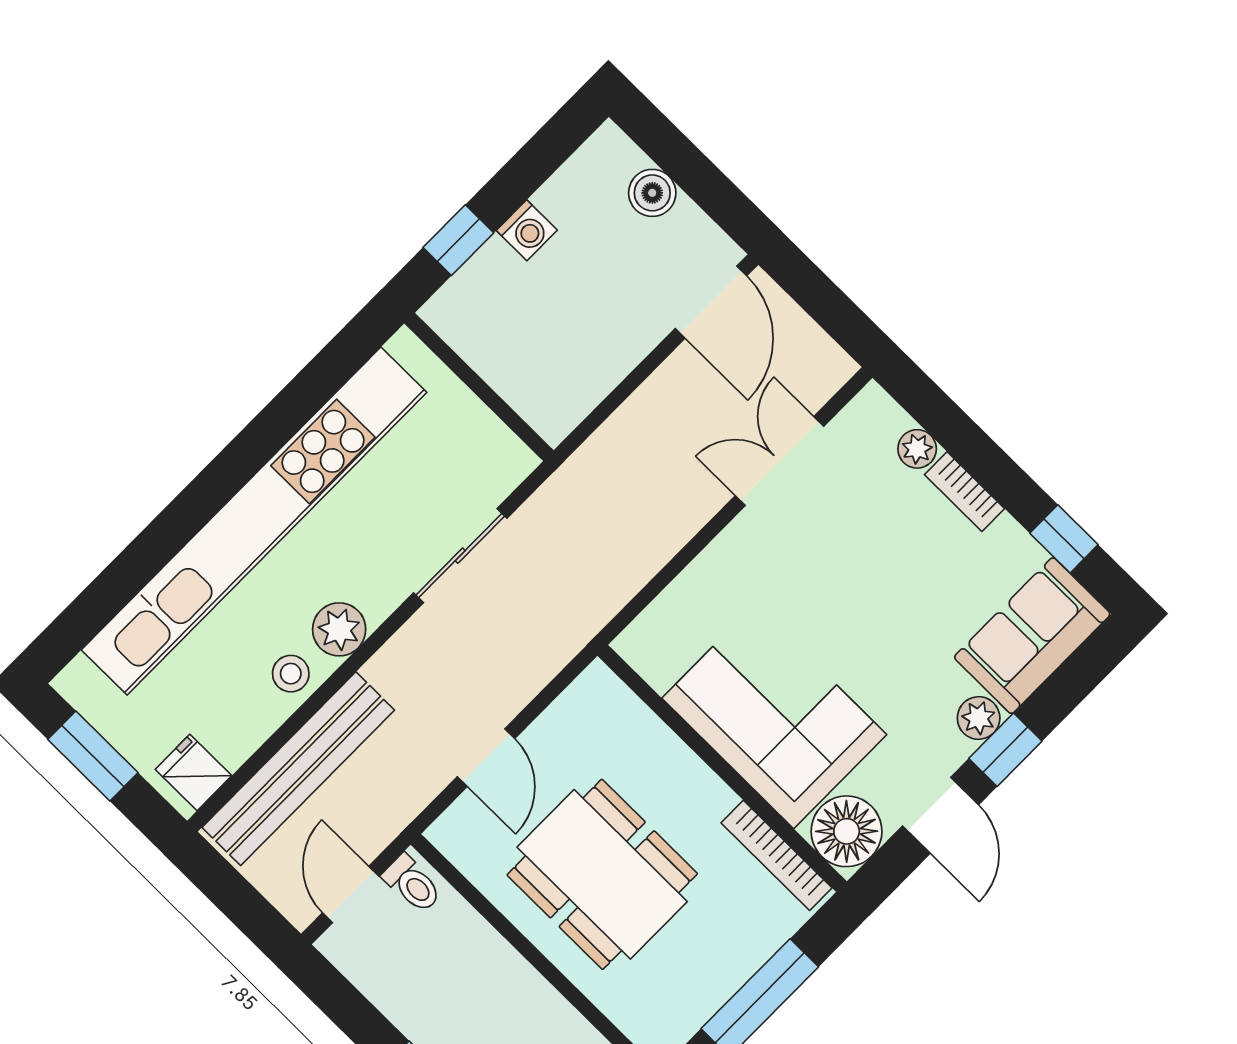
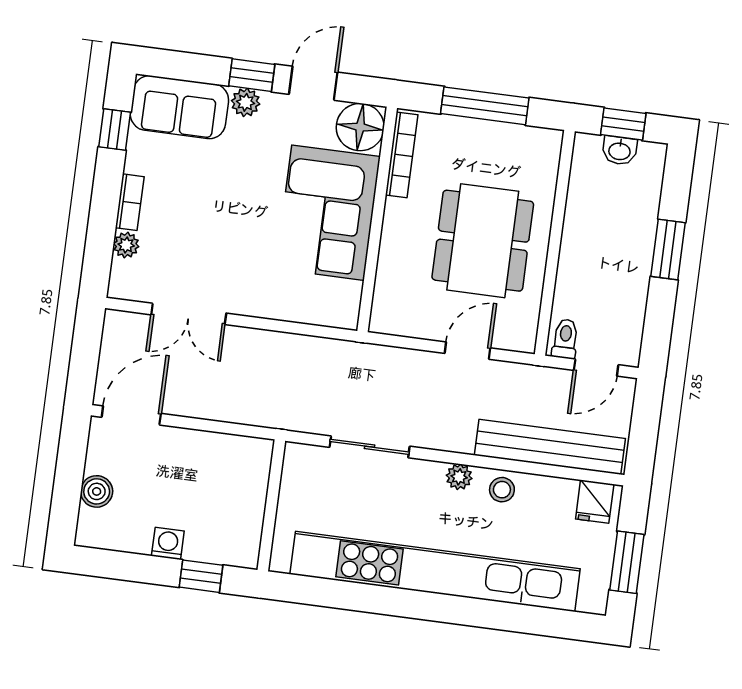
plant: (339, 629) -> (459, 477), width x0.73, depth x0.73

